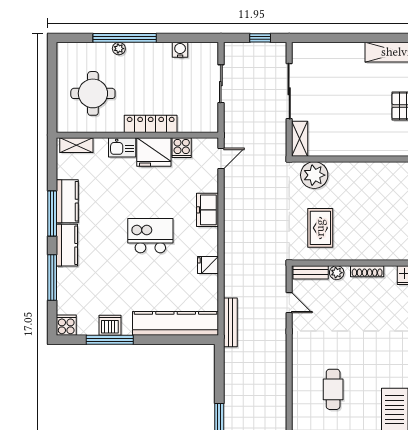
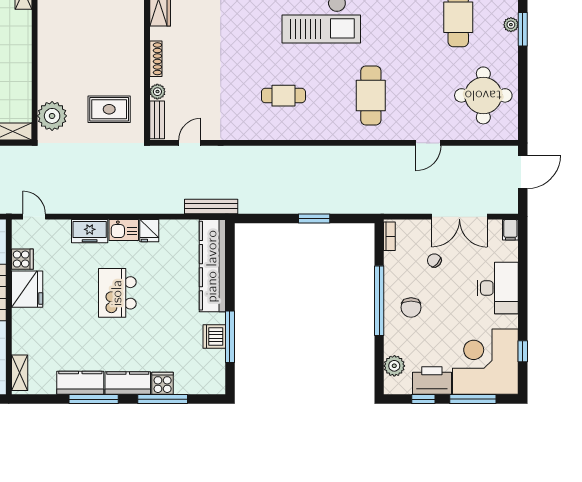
kitchen sink: (122, 147) -> (124, 230), moved, turned 90
cooker: (66, 325) -> (163, 383), moved, turned 90

